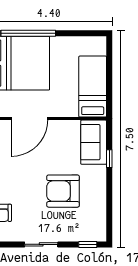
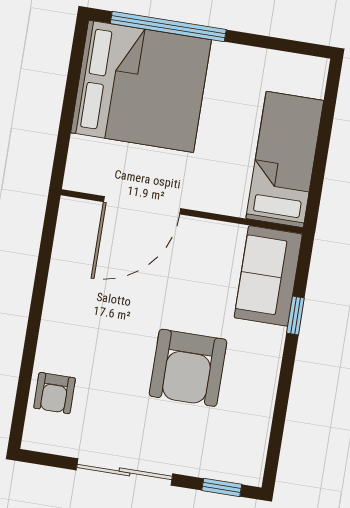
armchair: (63, 191) -> (188, 368), turned -90
sliding door: (41, 244) -> (125, 472), width x1.37

